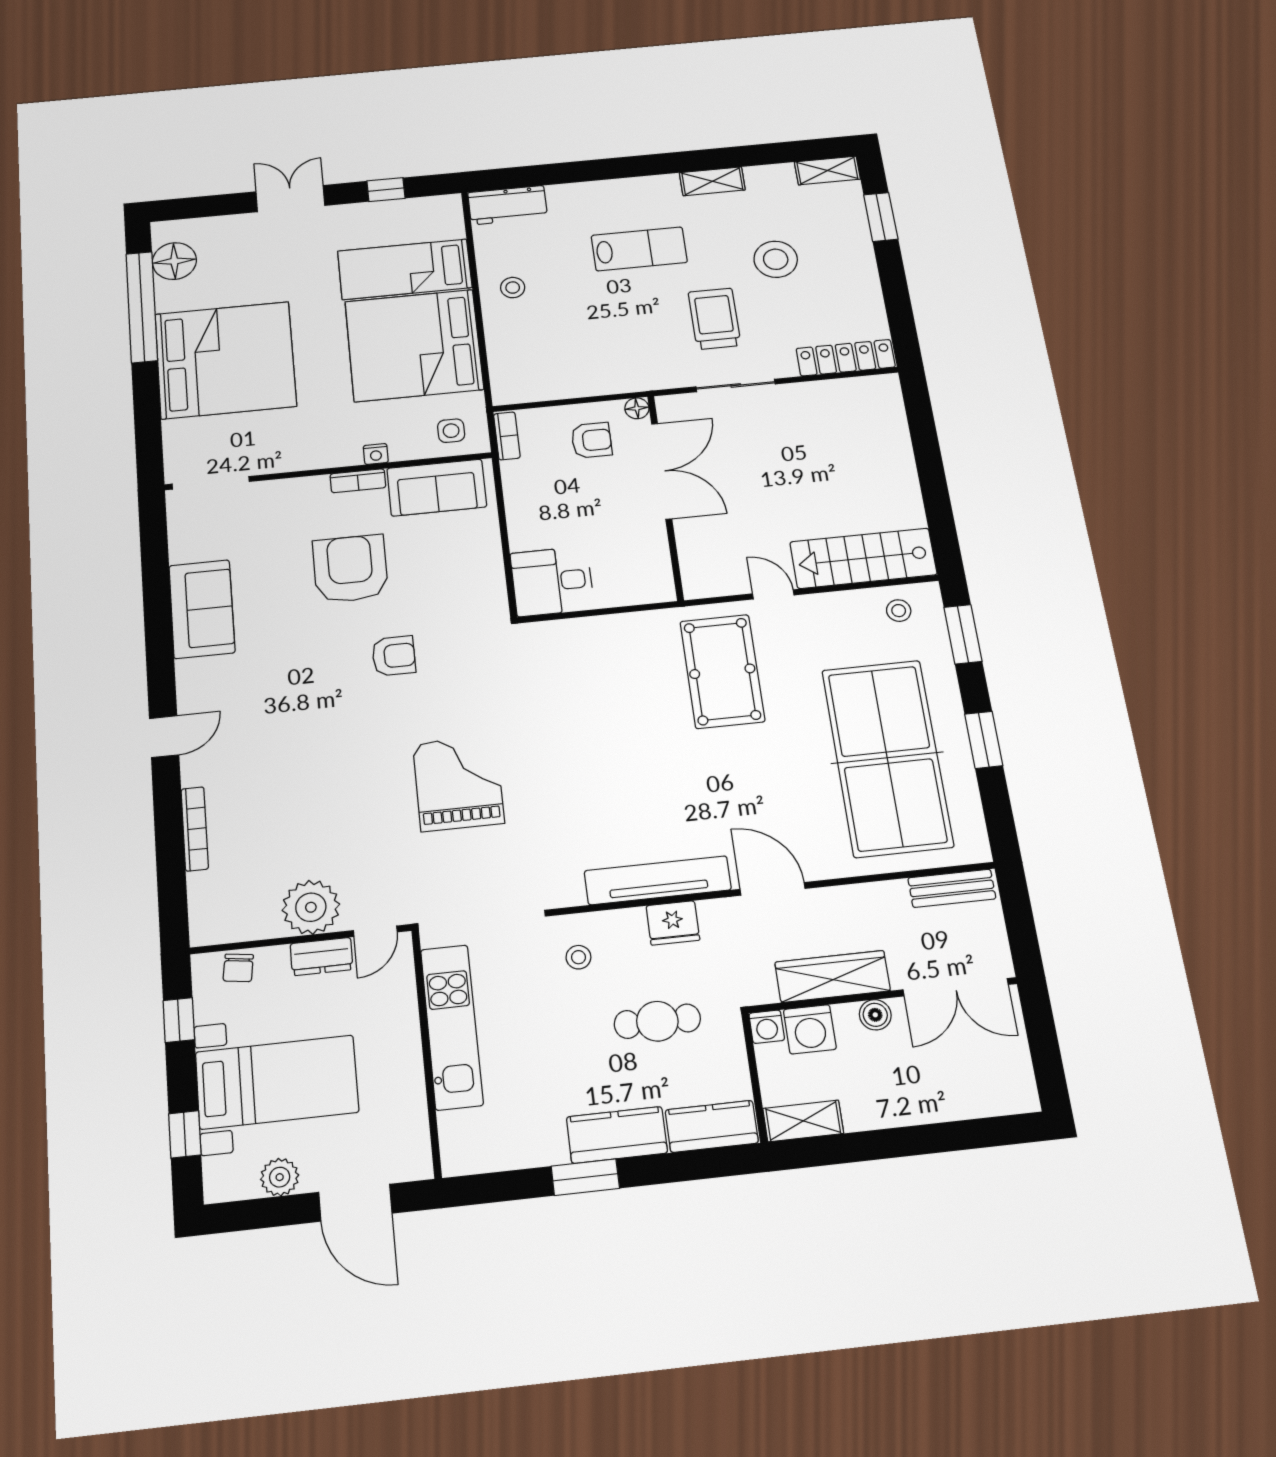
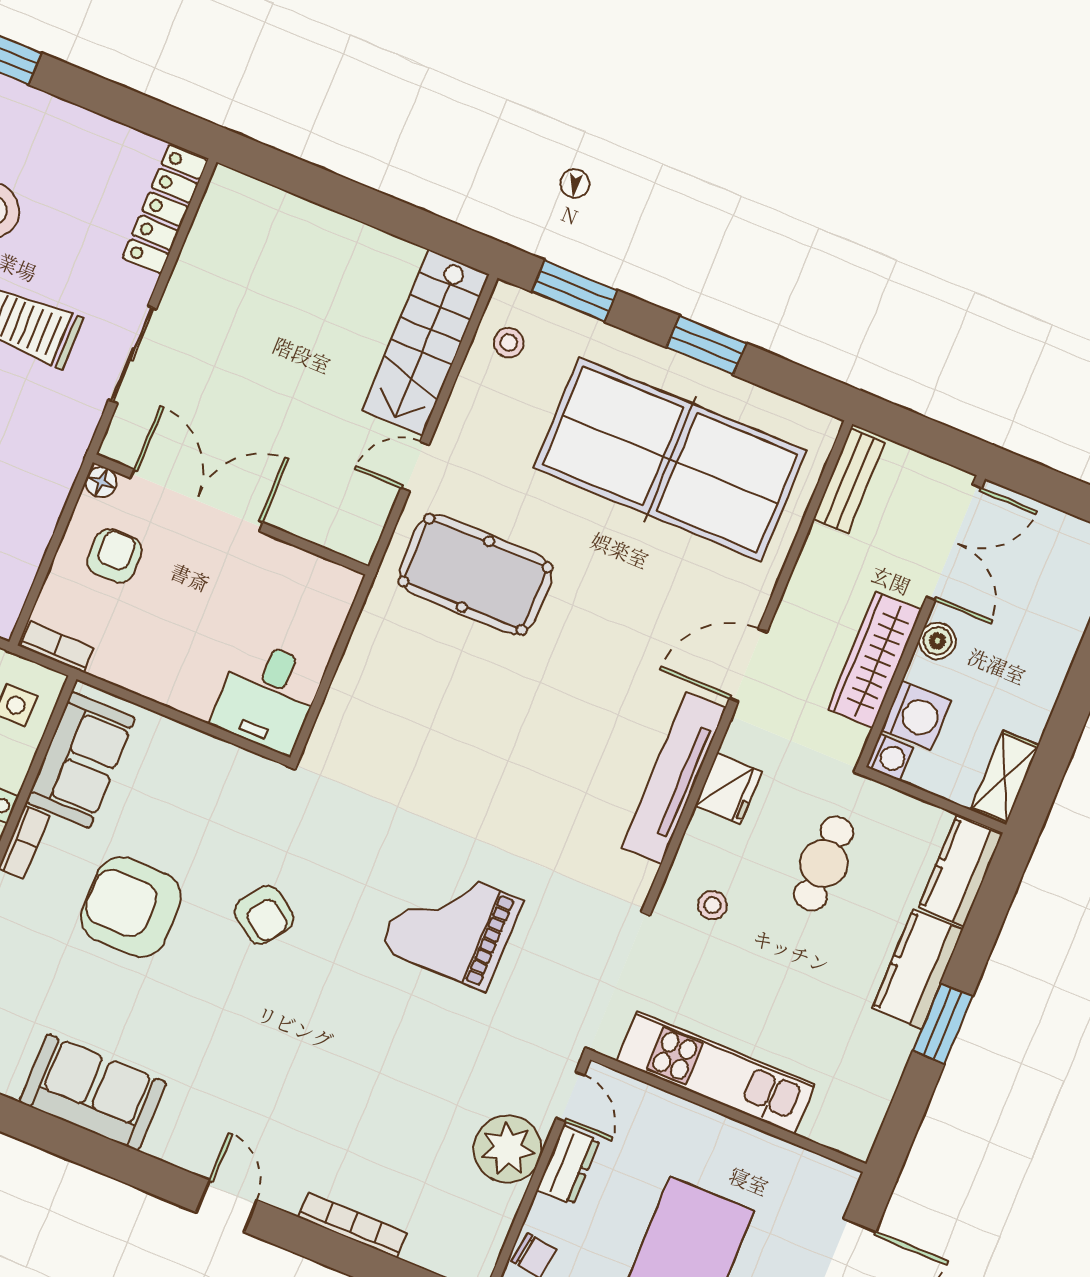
armchair: (394, 656) -> (264, 915), turned 126

